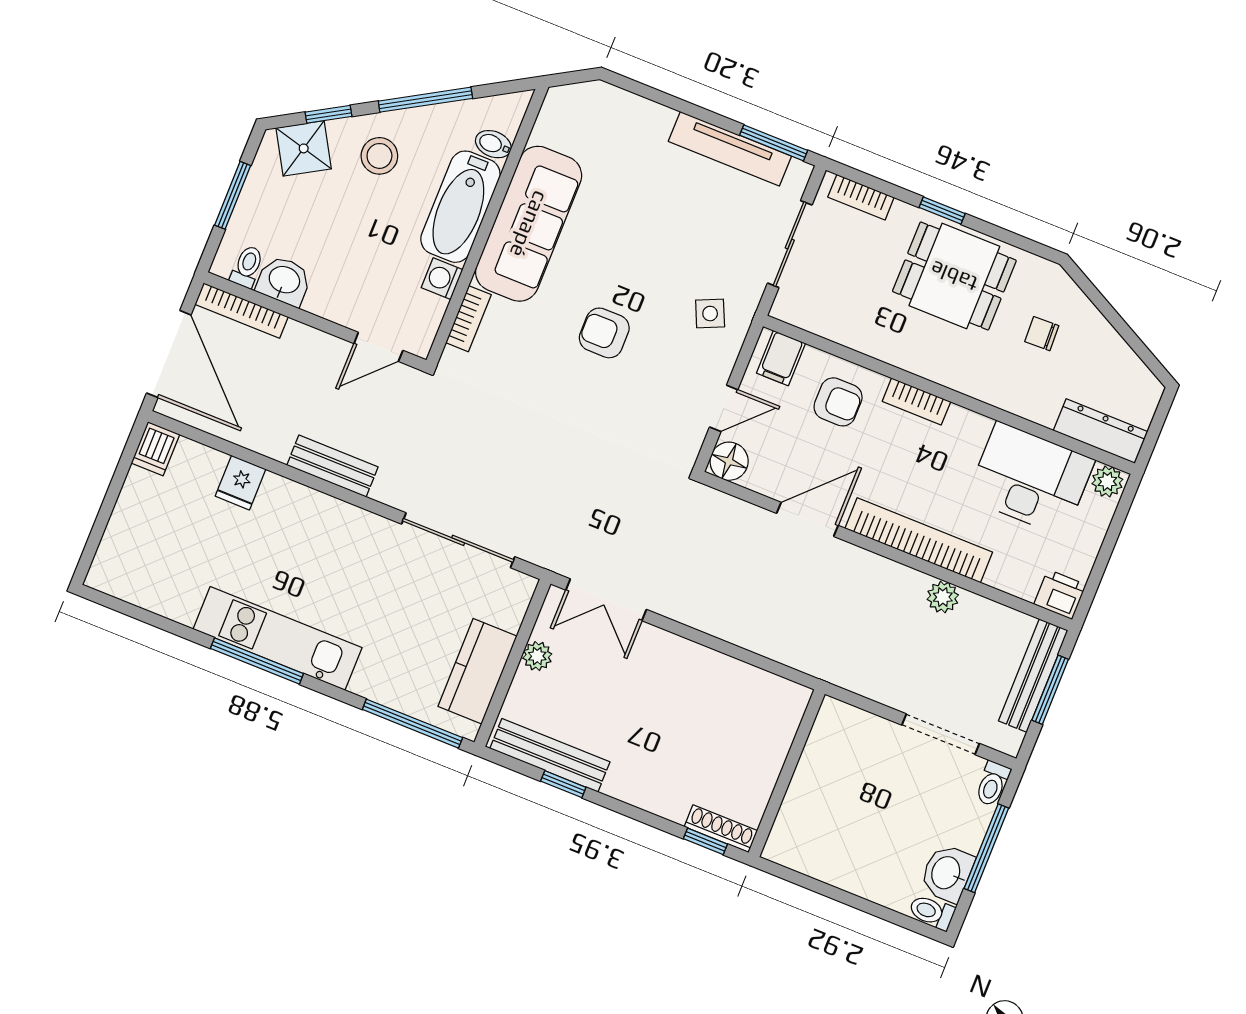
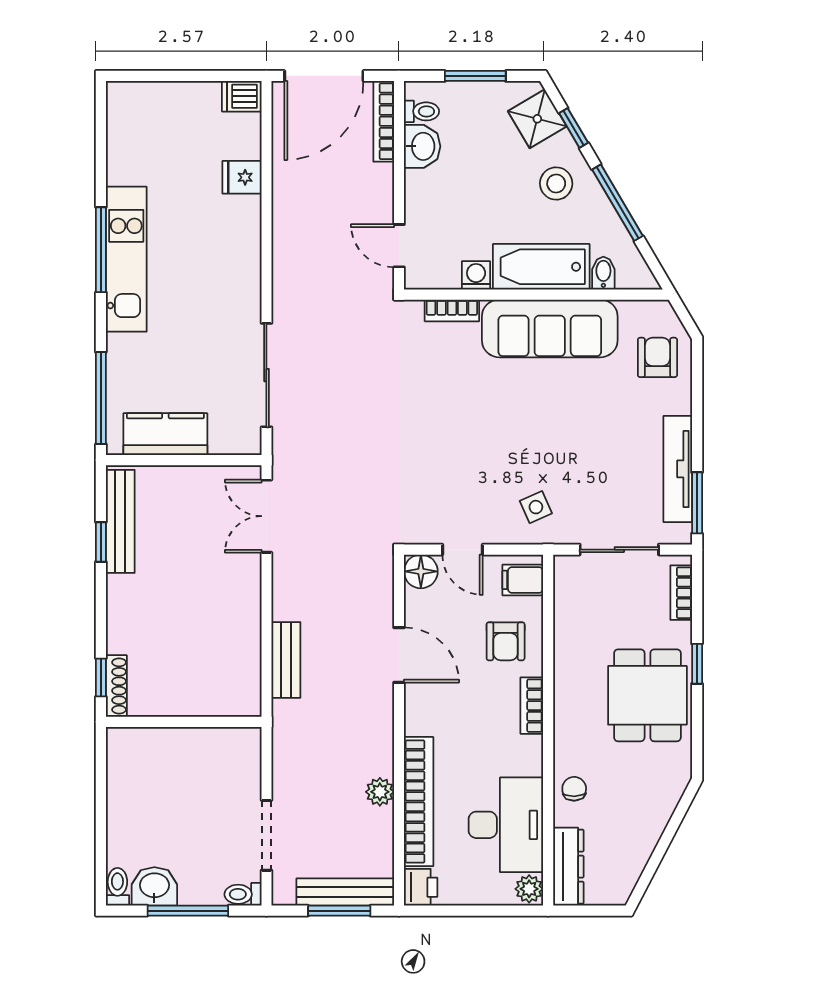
armchair: (604, 333) -> (657, 357), moved
chair: (1042, 334) -> (574, 789), moved
bench: (332, 466) -> (286, 660), moved
bookcase: (919, 540) -> (419, 802), moved
plant: (537, 656) -> (198, 478), removed

